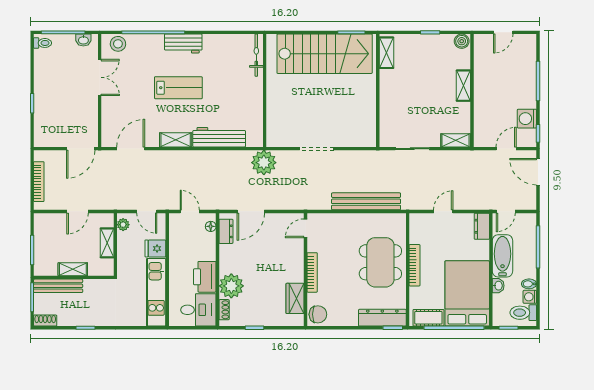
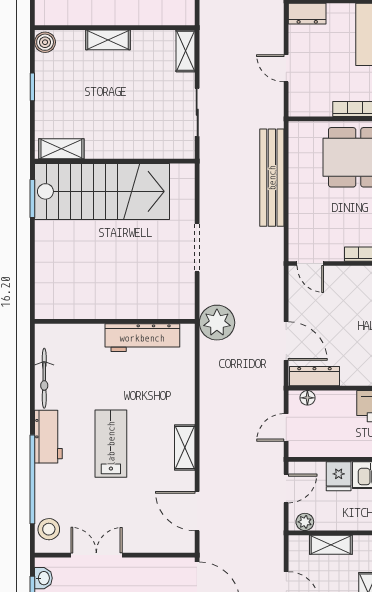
stairs: (325, 54) -> (102, 191), moved, turned 90
bicycle: (256, 55) -> (44, 378), moved, turned -90
workbench: (219, 137) -> (142, 338), moved, turned -90
dresser: (226, 231) -> (314, 376), width x1.44

